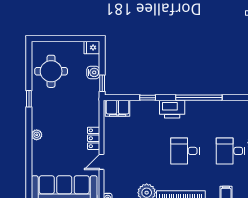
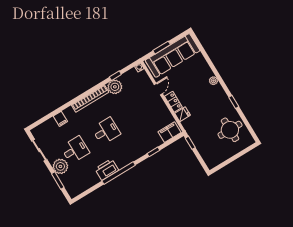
fridge: (92, 47) -> (183, 114), moved
water cooler: (93, 72) -> (201, 146), removed
printer: (172, 109) -> (107, 170), moved

